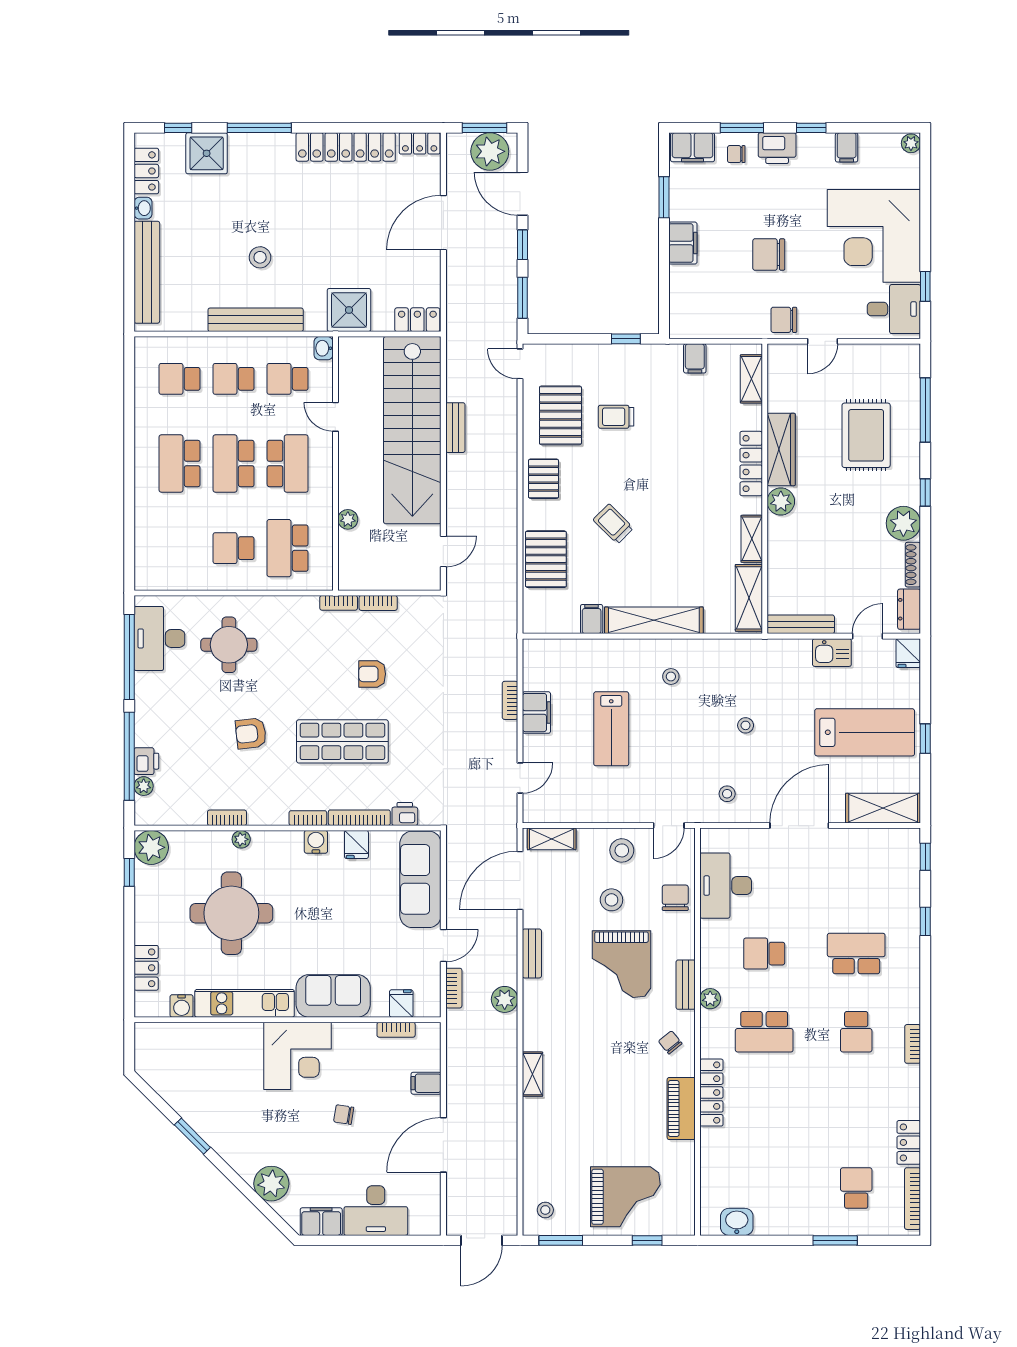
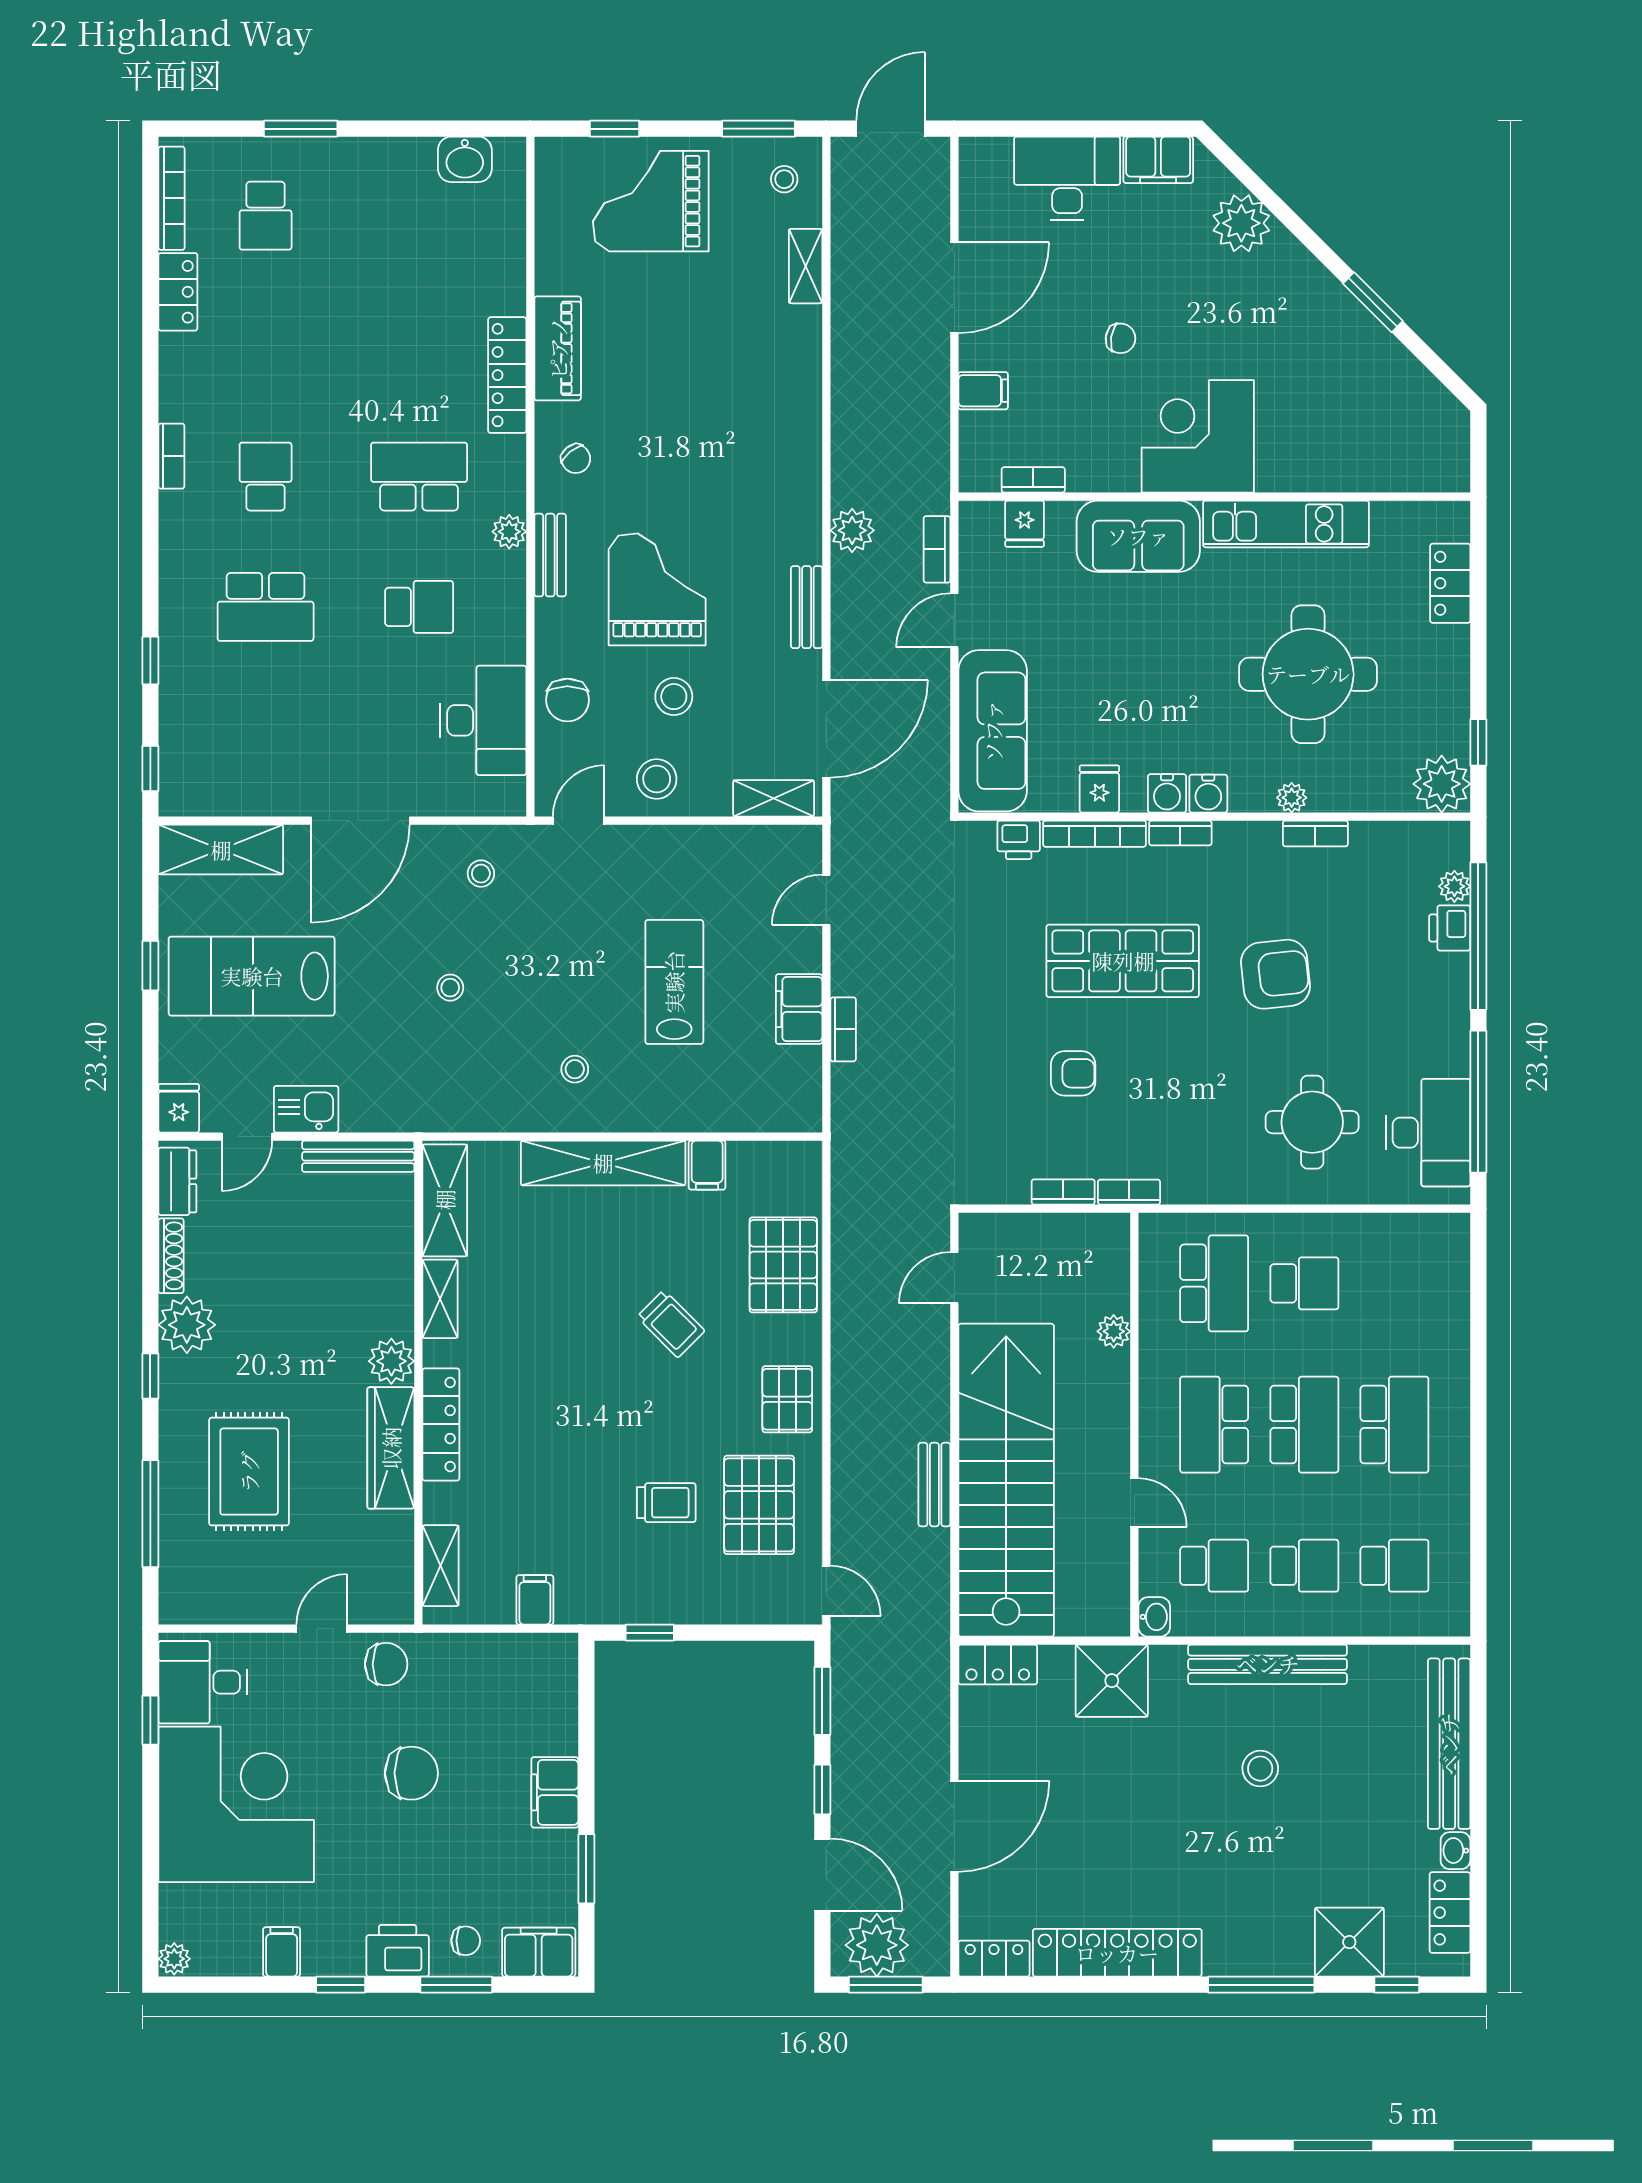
armchair: (251, 733) -> (1275, 974), width x1.38, depth x1.38
water cooler: (182, 1006) -> (1208, 794), moved, turned 180
shelving: (533, 1074) -> (806, 266), moved

